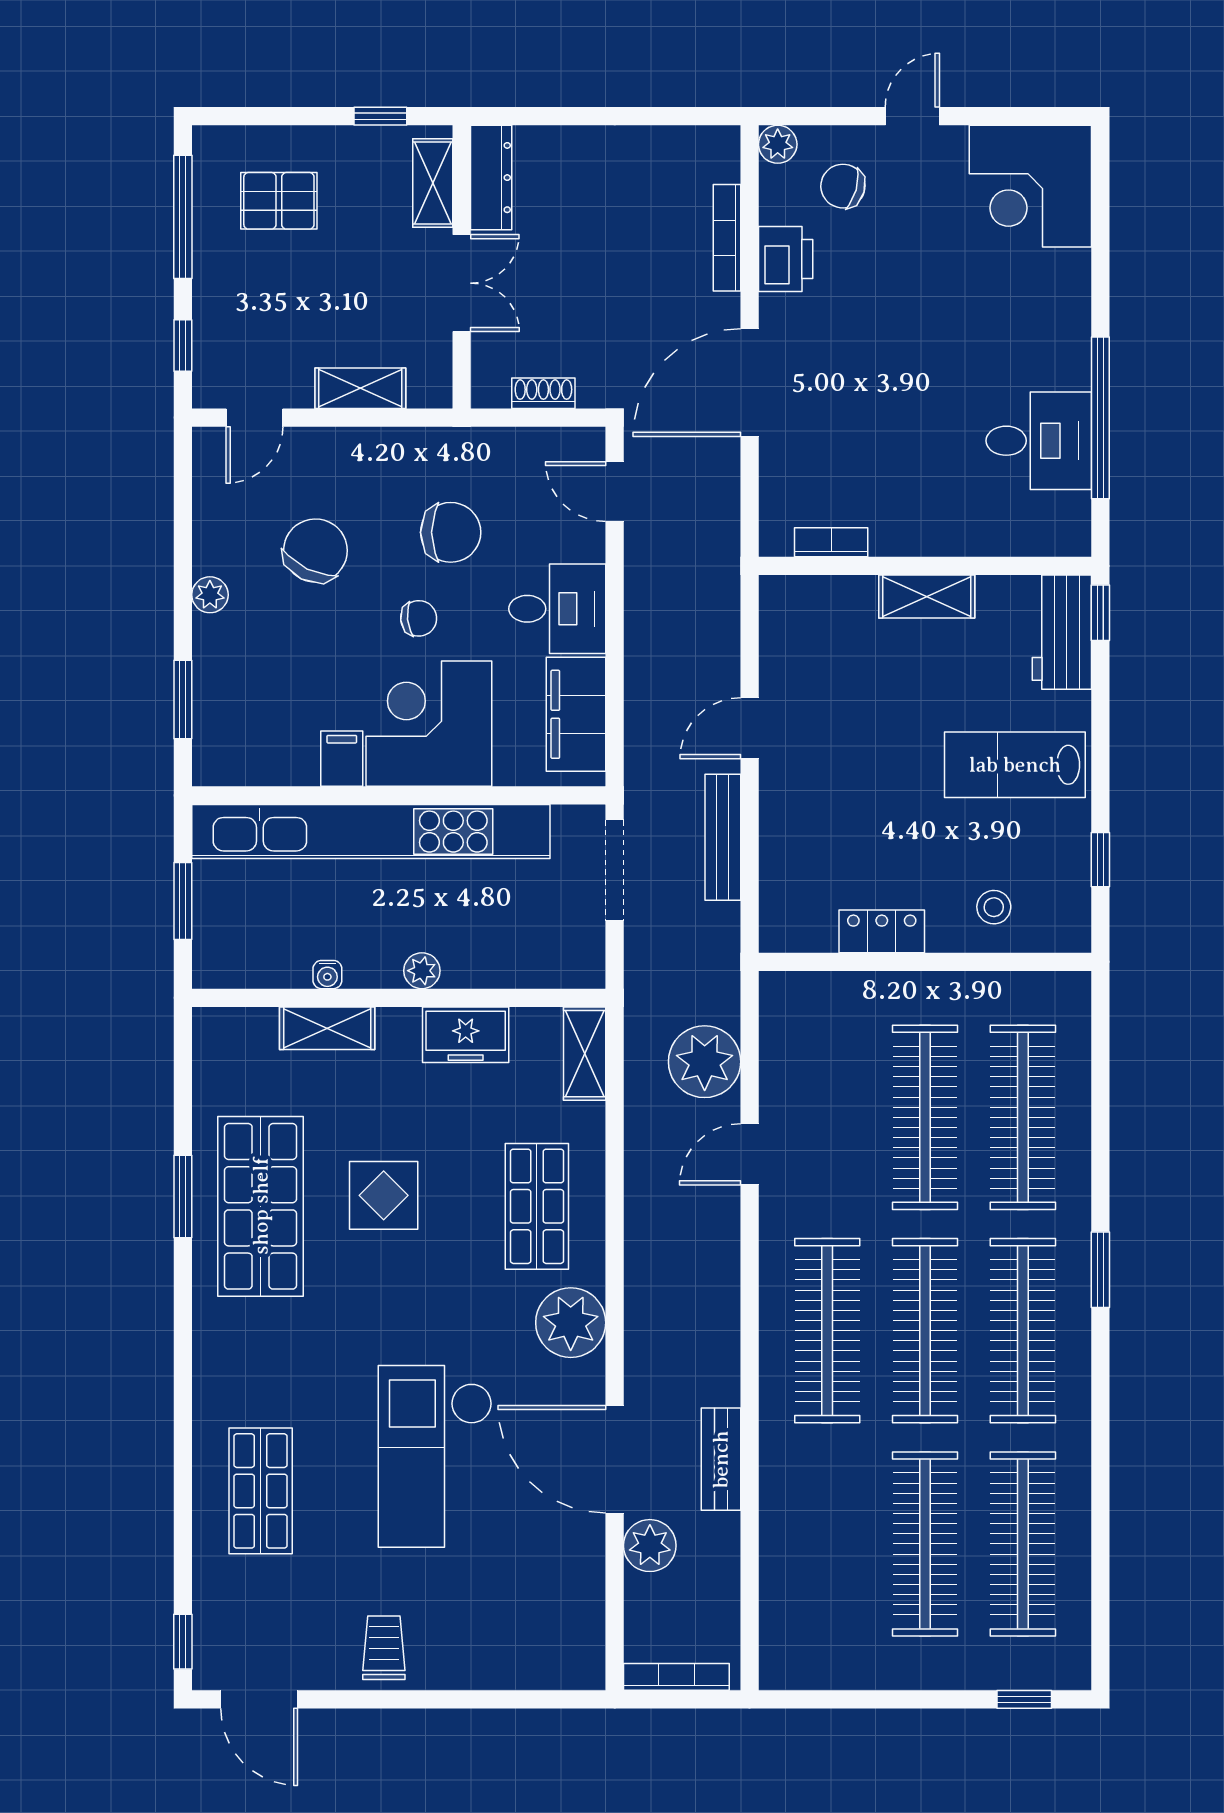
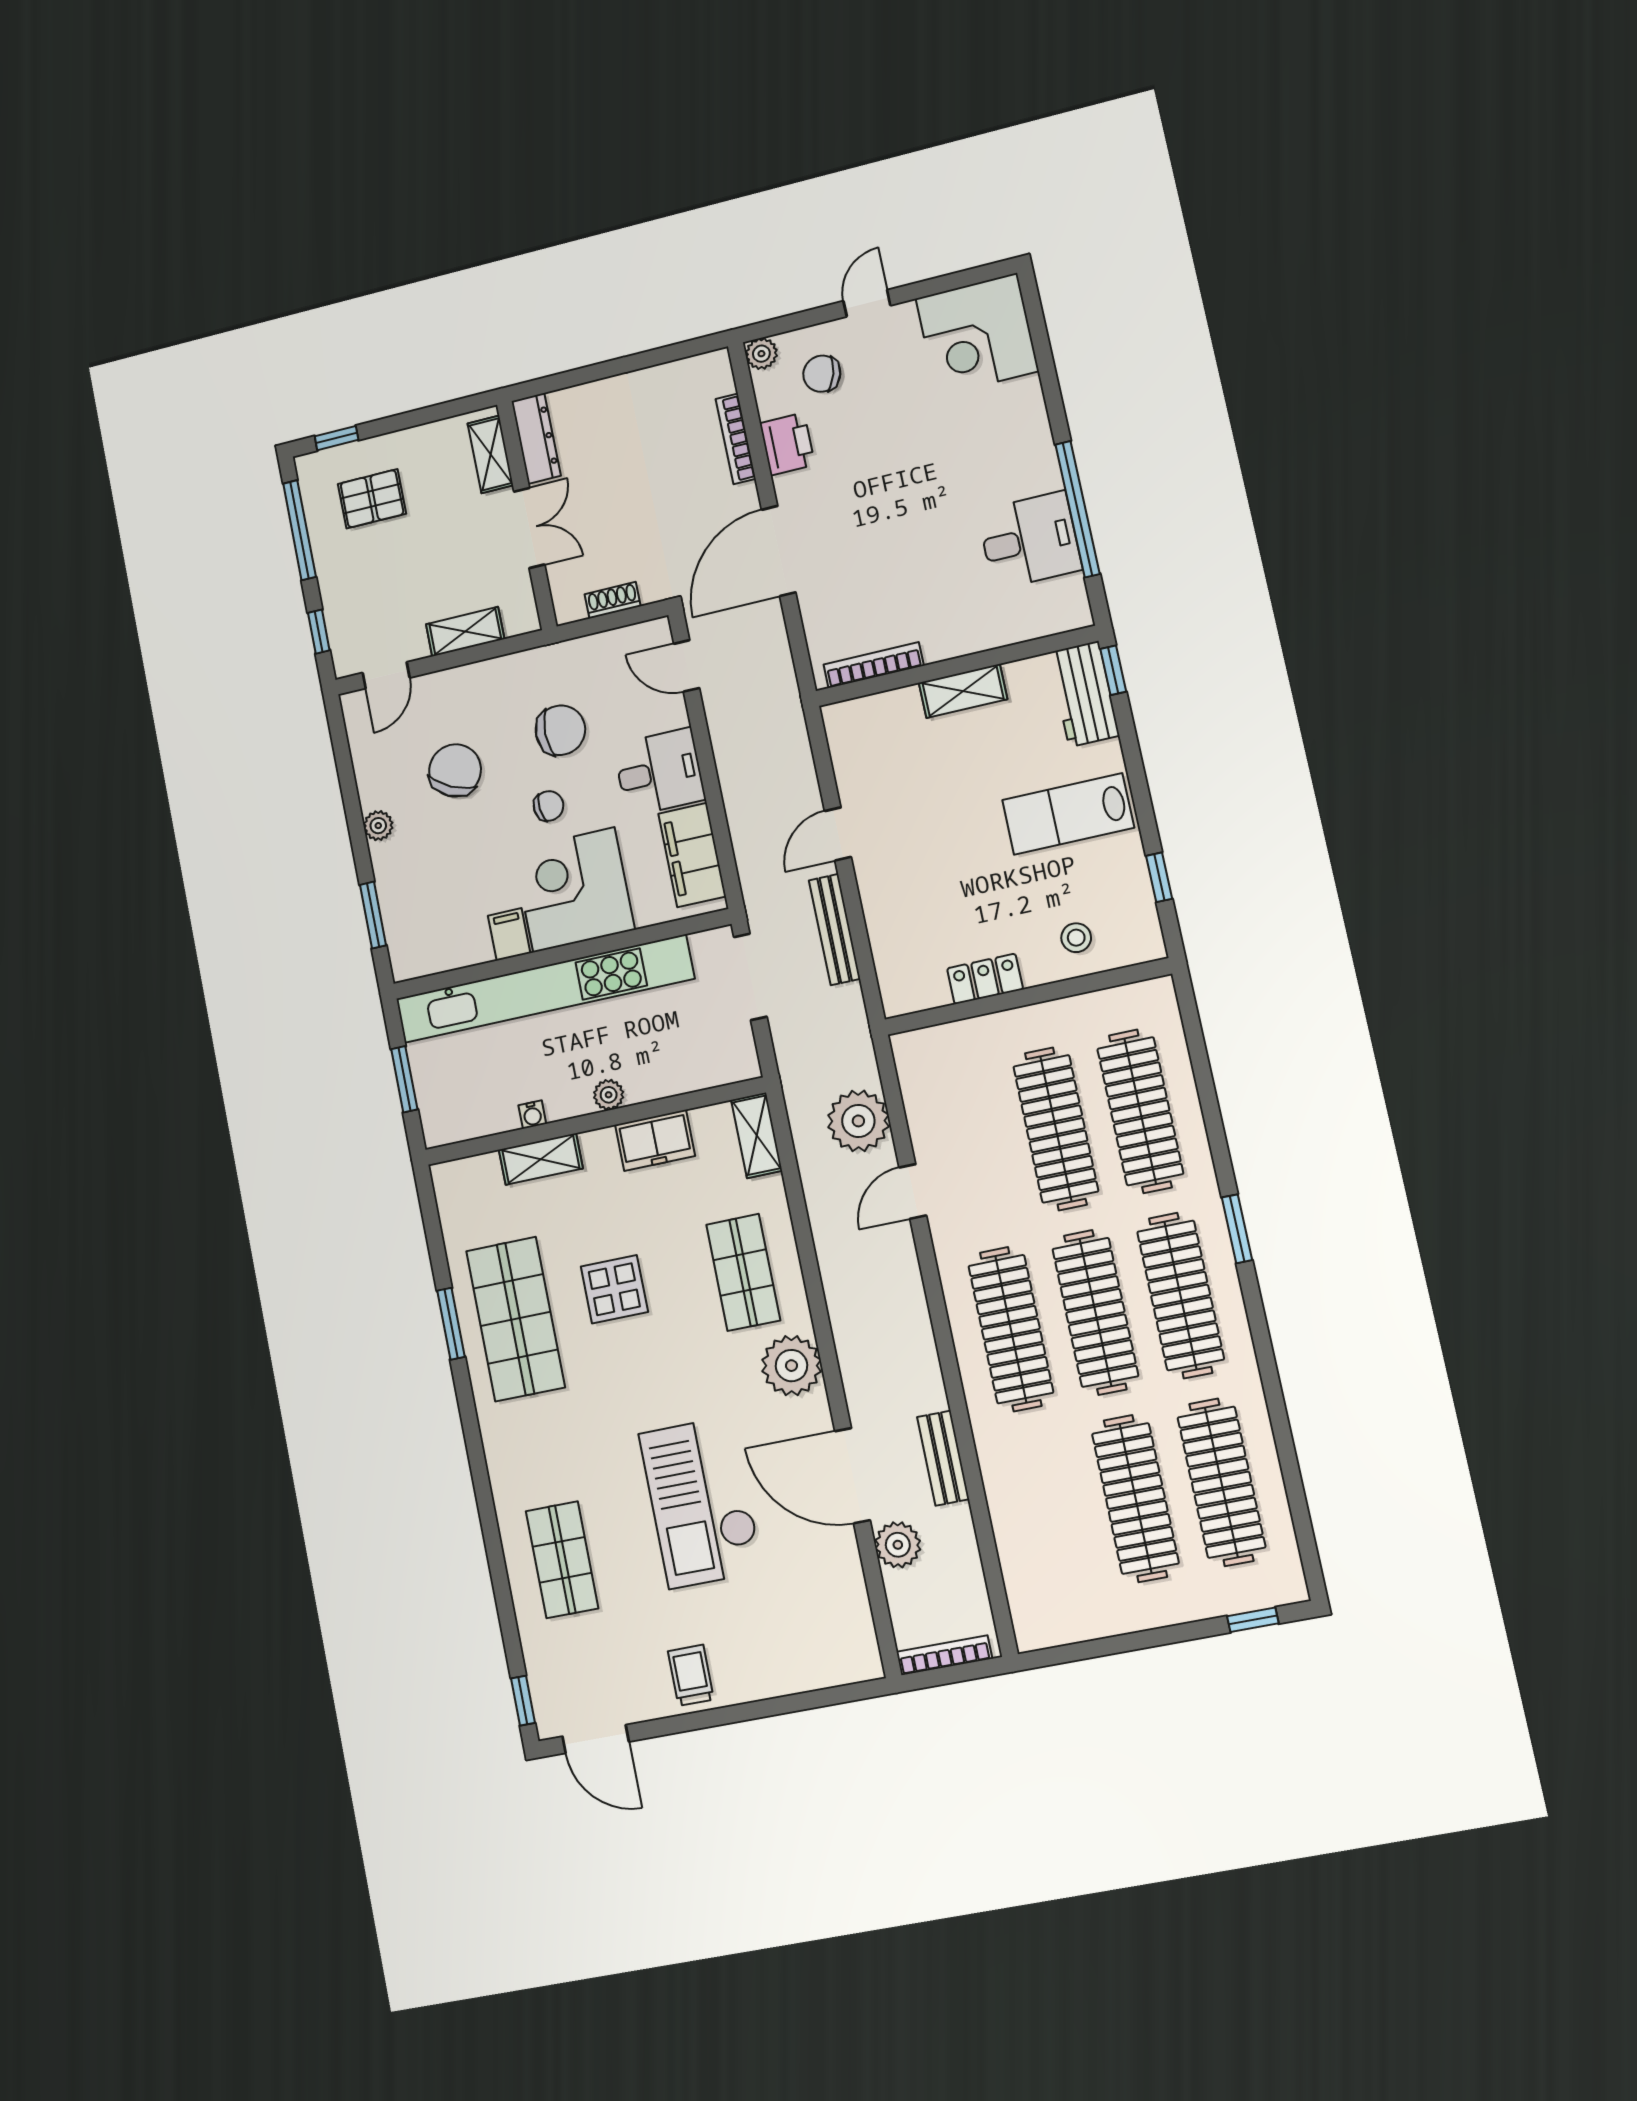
window: (380, 116) -> (337, 438), moved
bookcase: (831, 542) -> (873, 665), width x1.56

